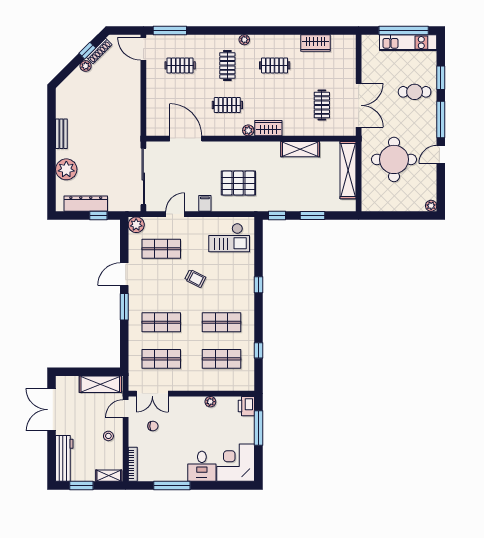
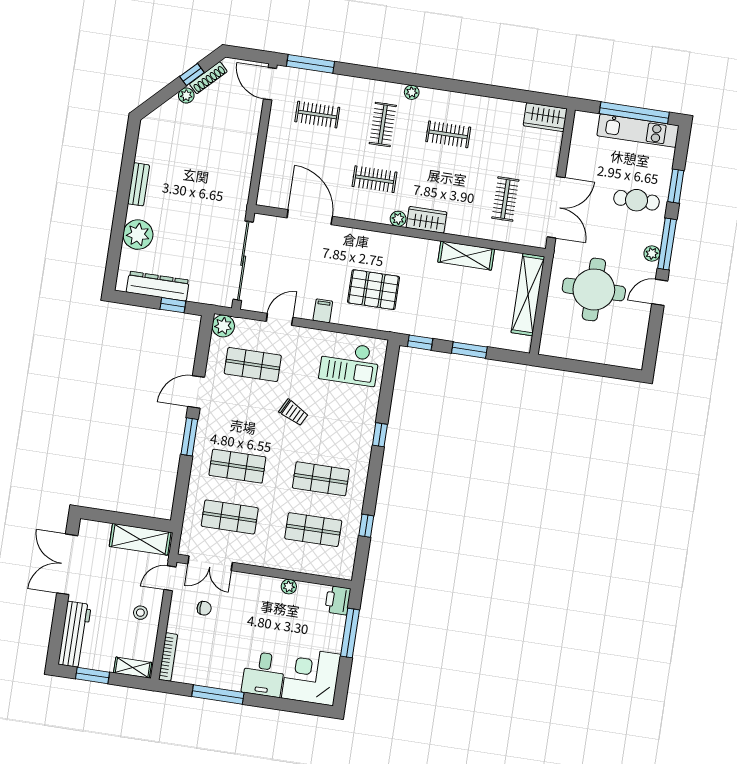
wardrobe: (316, 43) -> (545, 117), moved
plant: (431, 206) -> (652, 254), moved

